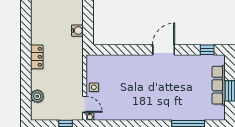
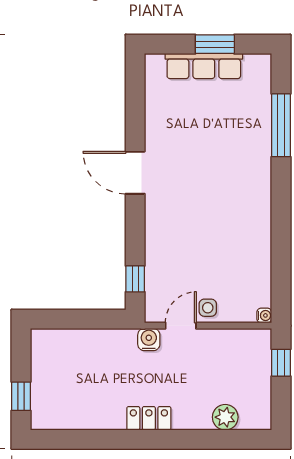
water cooler: (77, 31) -> (149, 340), moved
window: (207, 50) -> (135, 279), moved
door: (85, 104) -> (181, 326), moved

